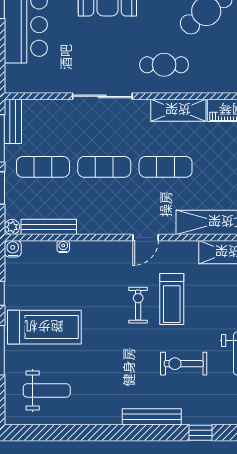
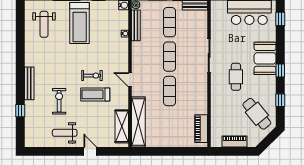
cafe table: (164, 65) -> (236, 77), moved
shelving: (178, 110) -> (201, 98), removed

